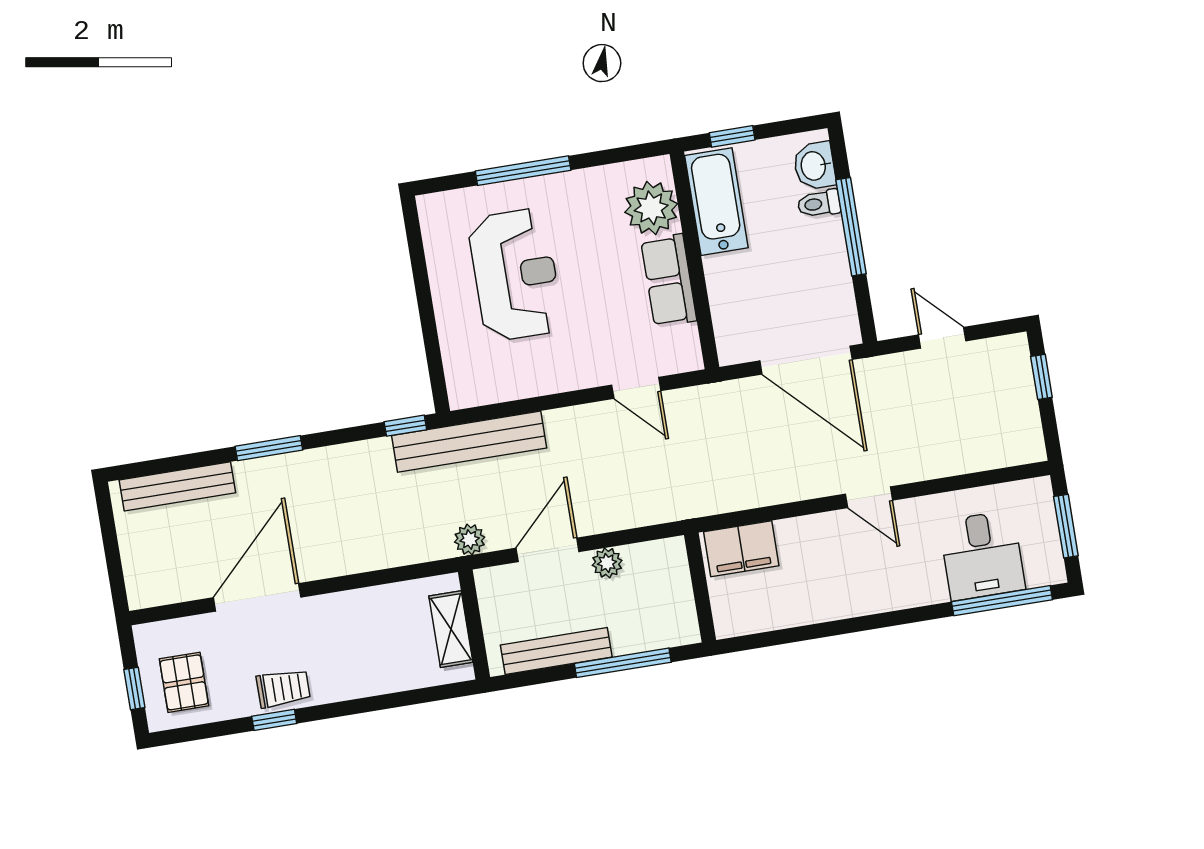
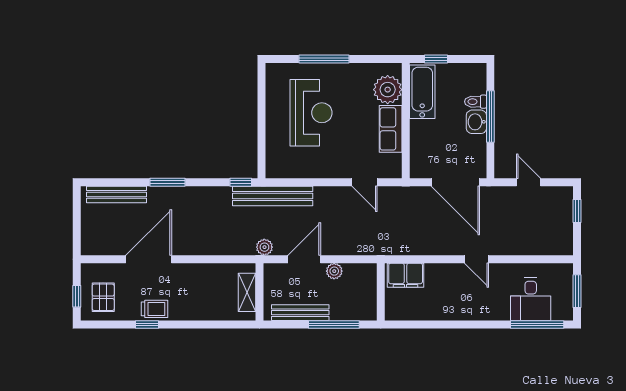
washbasin: (814, 166) -> (476, 122), moved

